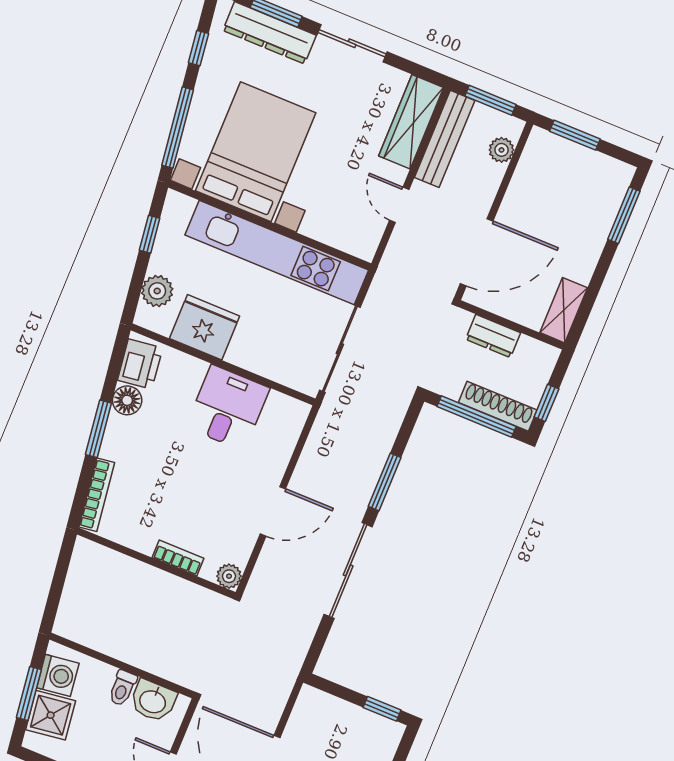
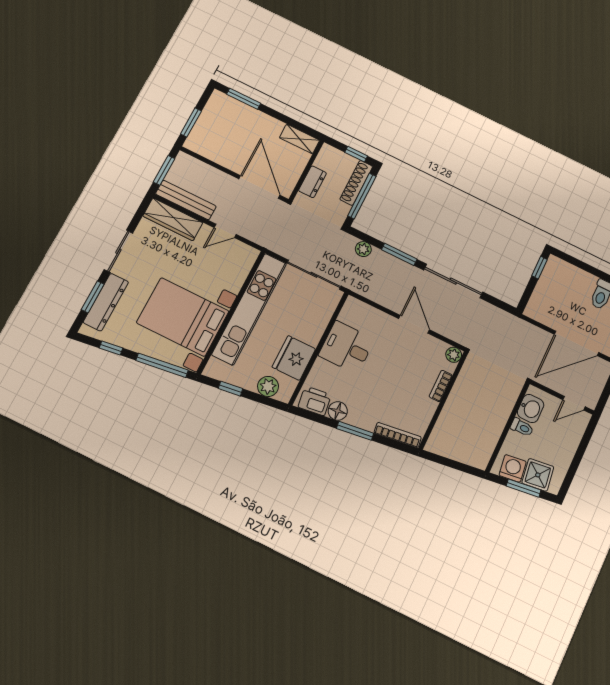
plant: (501, 150) -> (363, 249), moved

